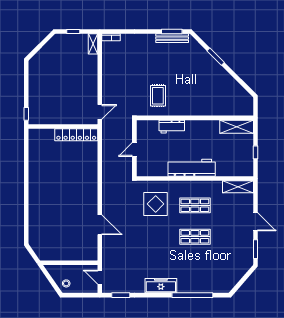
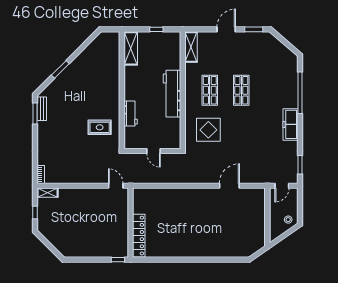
bench: (172, 38) -> (42, 109), width x0.73
locker: (76, 135) -> (139, 236), moved

